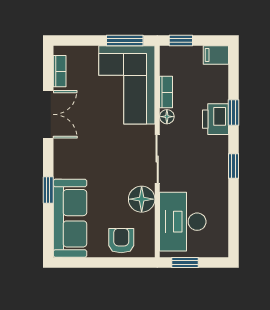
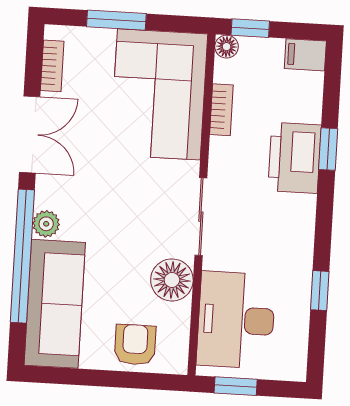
window: (125, 40) -> (116, 20), moved
floor lamp: (167, 117) -> (227, 47), moved
printer: (216, 119) -> (295, 158), width x1.37, depth x1.19
window: (233, 166) -> (320, 291), moved
plant: (62, 169) -> (46, 224), added
window: (48, 190) -> (22, 256), width x3.17

